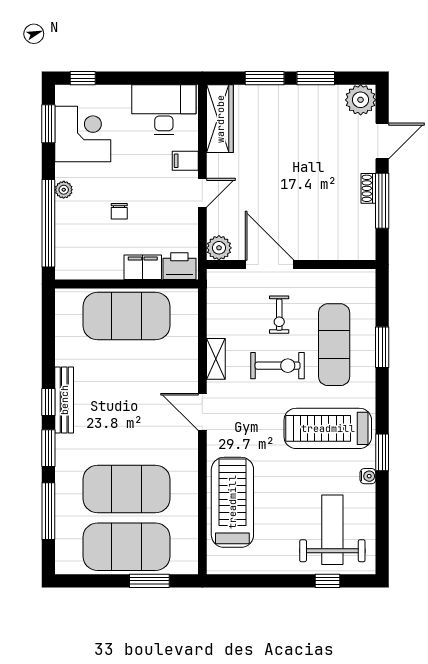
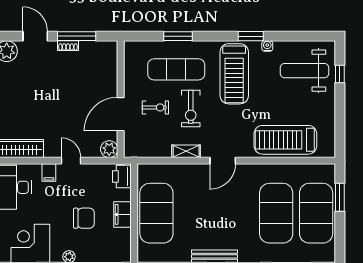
chair: (119, 211) -> (84, 218), width x1.87, depth x1.87
filing cabinet: (143, 267) -> (123, 214), moved
exercise bike: (278, 366) -> (191, 109), turned 180

